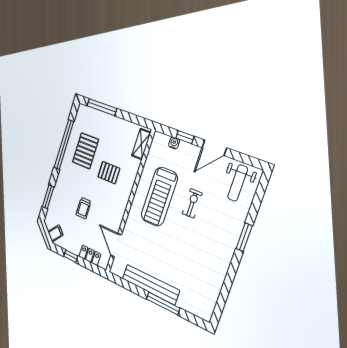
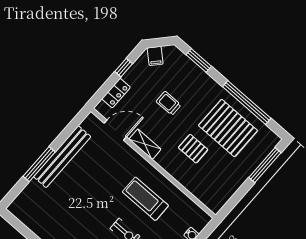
shelving: (141, 144) -> (145, 144), moved
pallet: (86, 151) -> (228, 128), width x1.37, depth x1.41
pallet: (109, 173) -> (193, 149), turned 90
treadmill: (159, 197) -> (145, 199), width x0.73, depth x0.73

